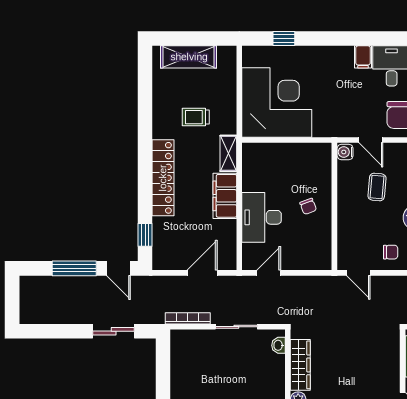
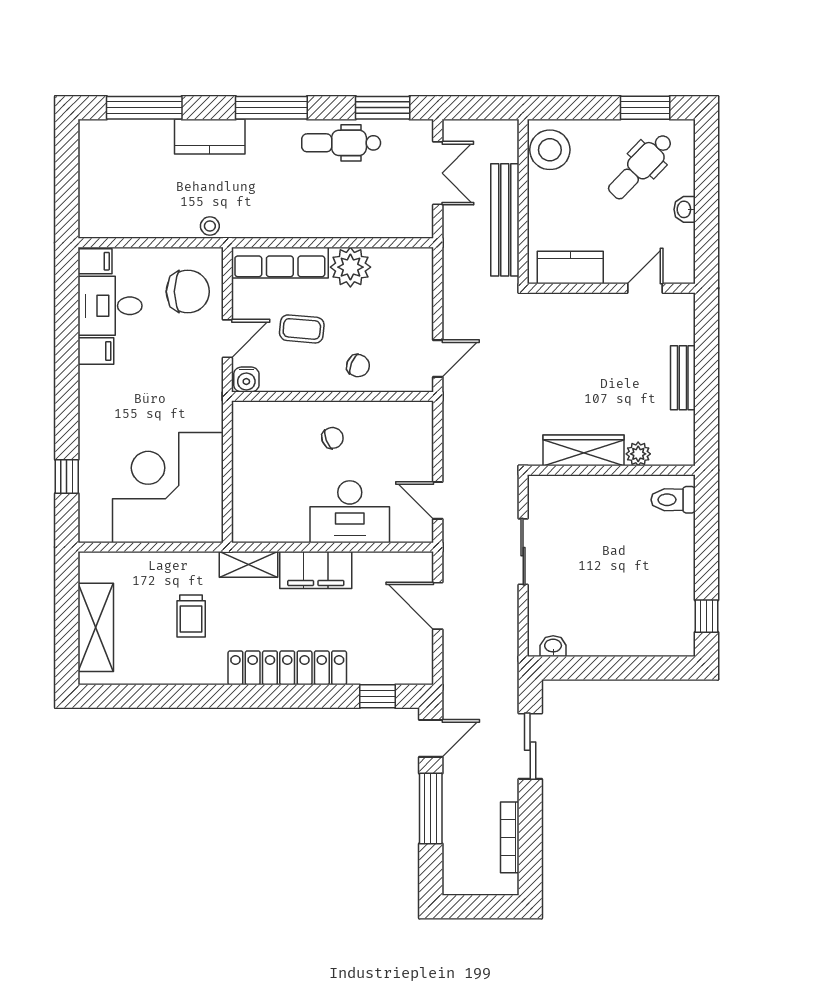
chair: (391, 252) -> (358, 366), moved, turned 112
bookcase: (188, 318) -> (510, 837), moved
washbasin: (279, 345) -> (553, 646), moved, turned 180

